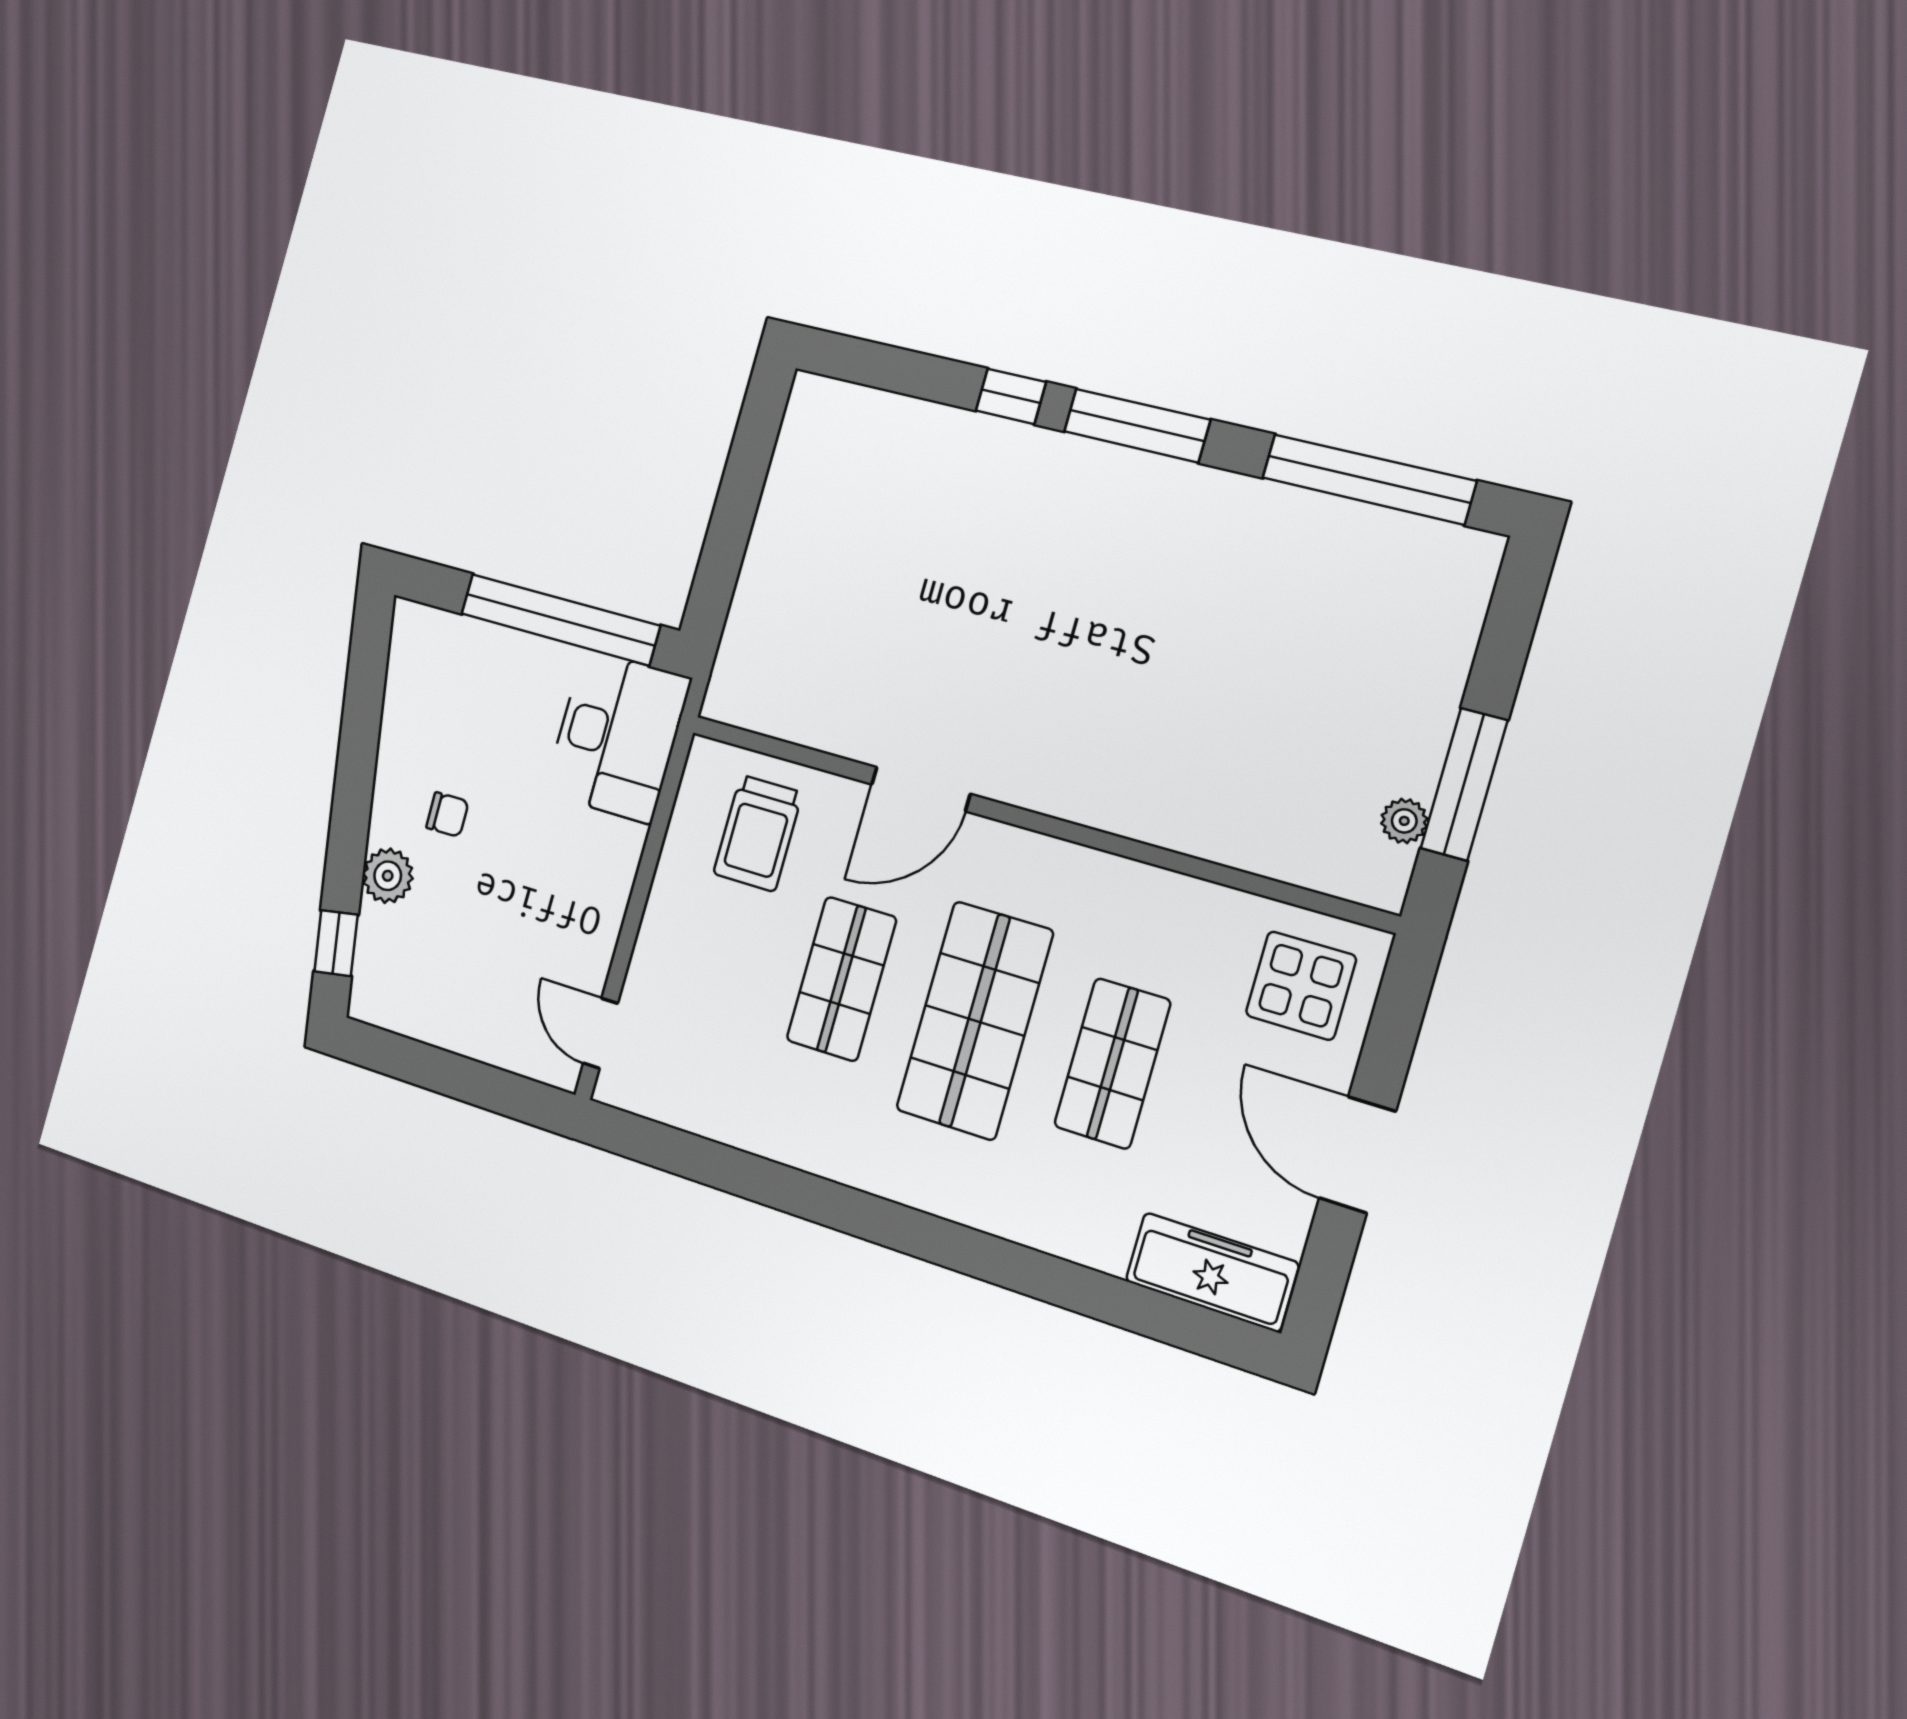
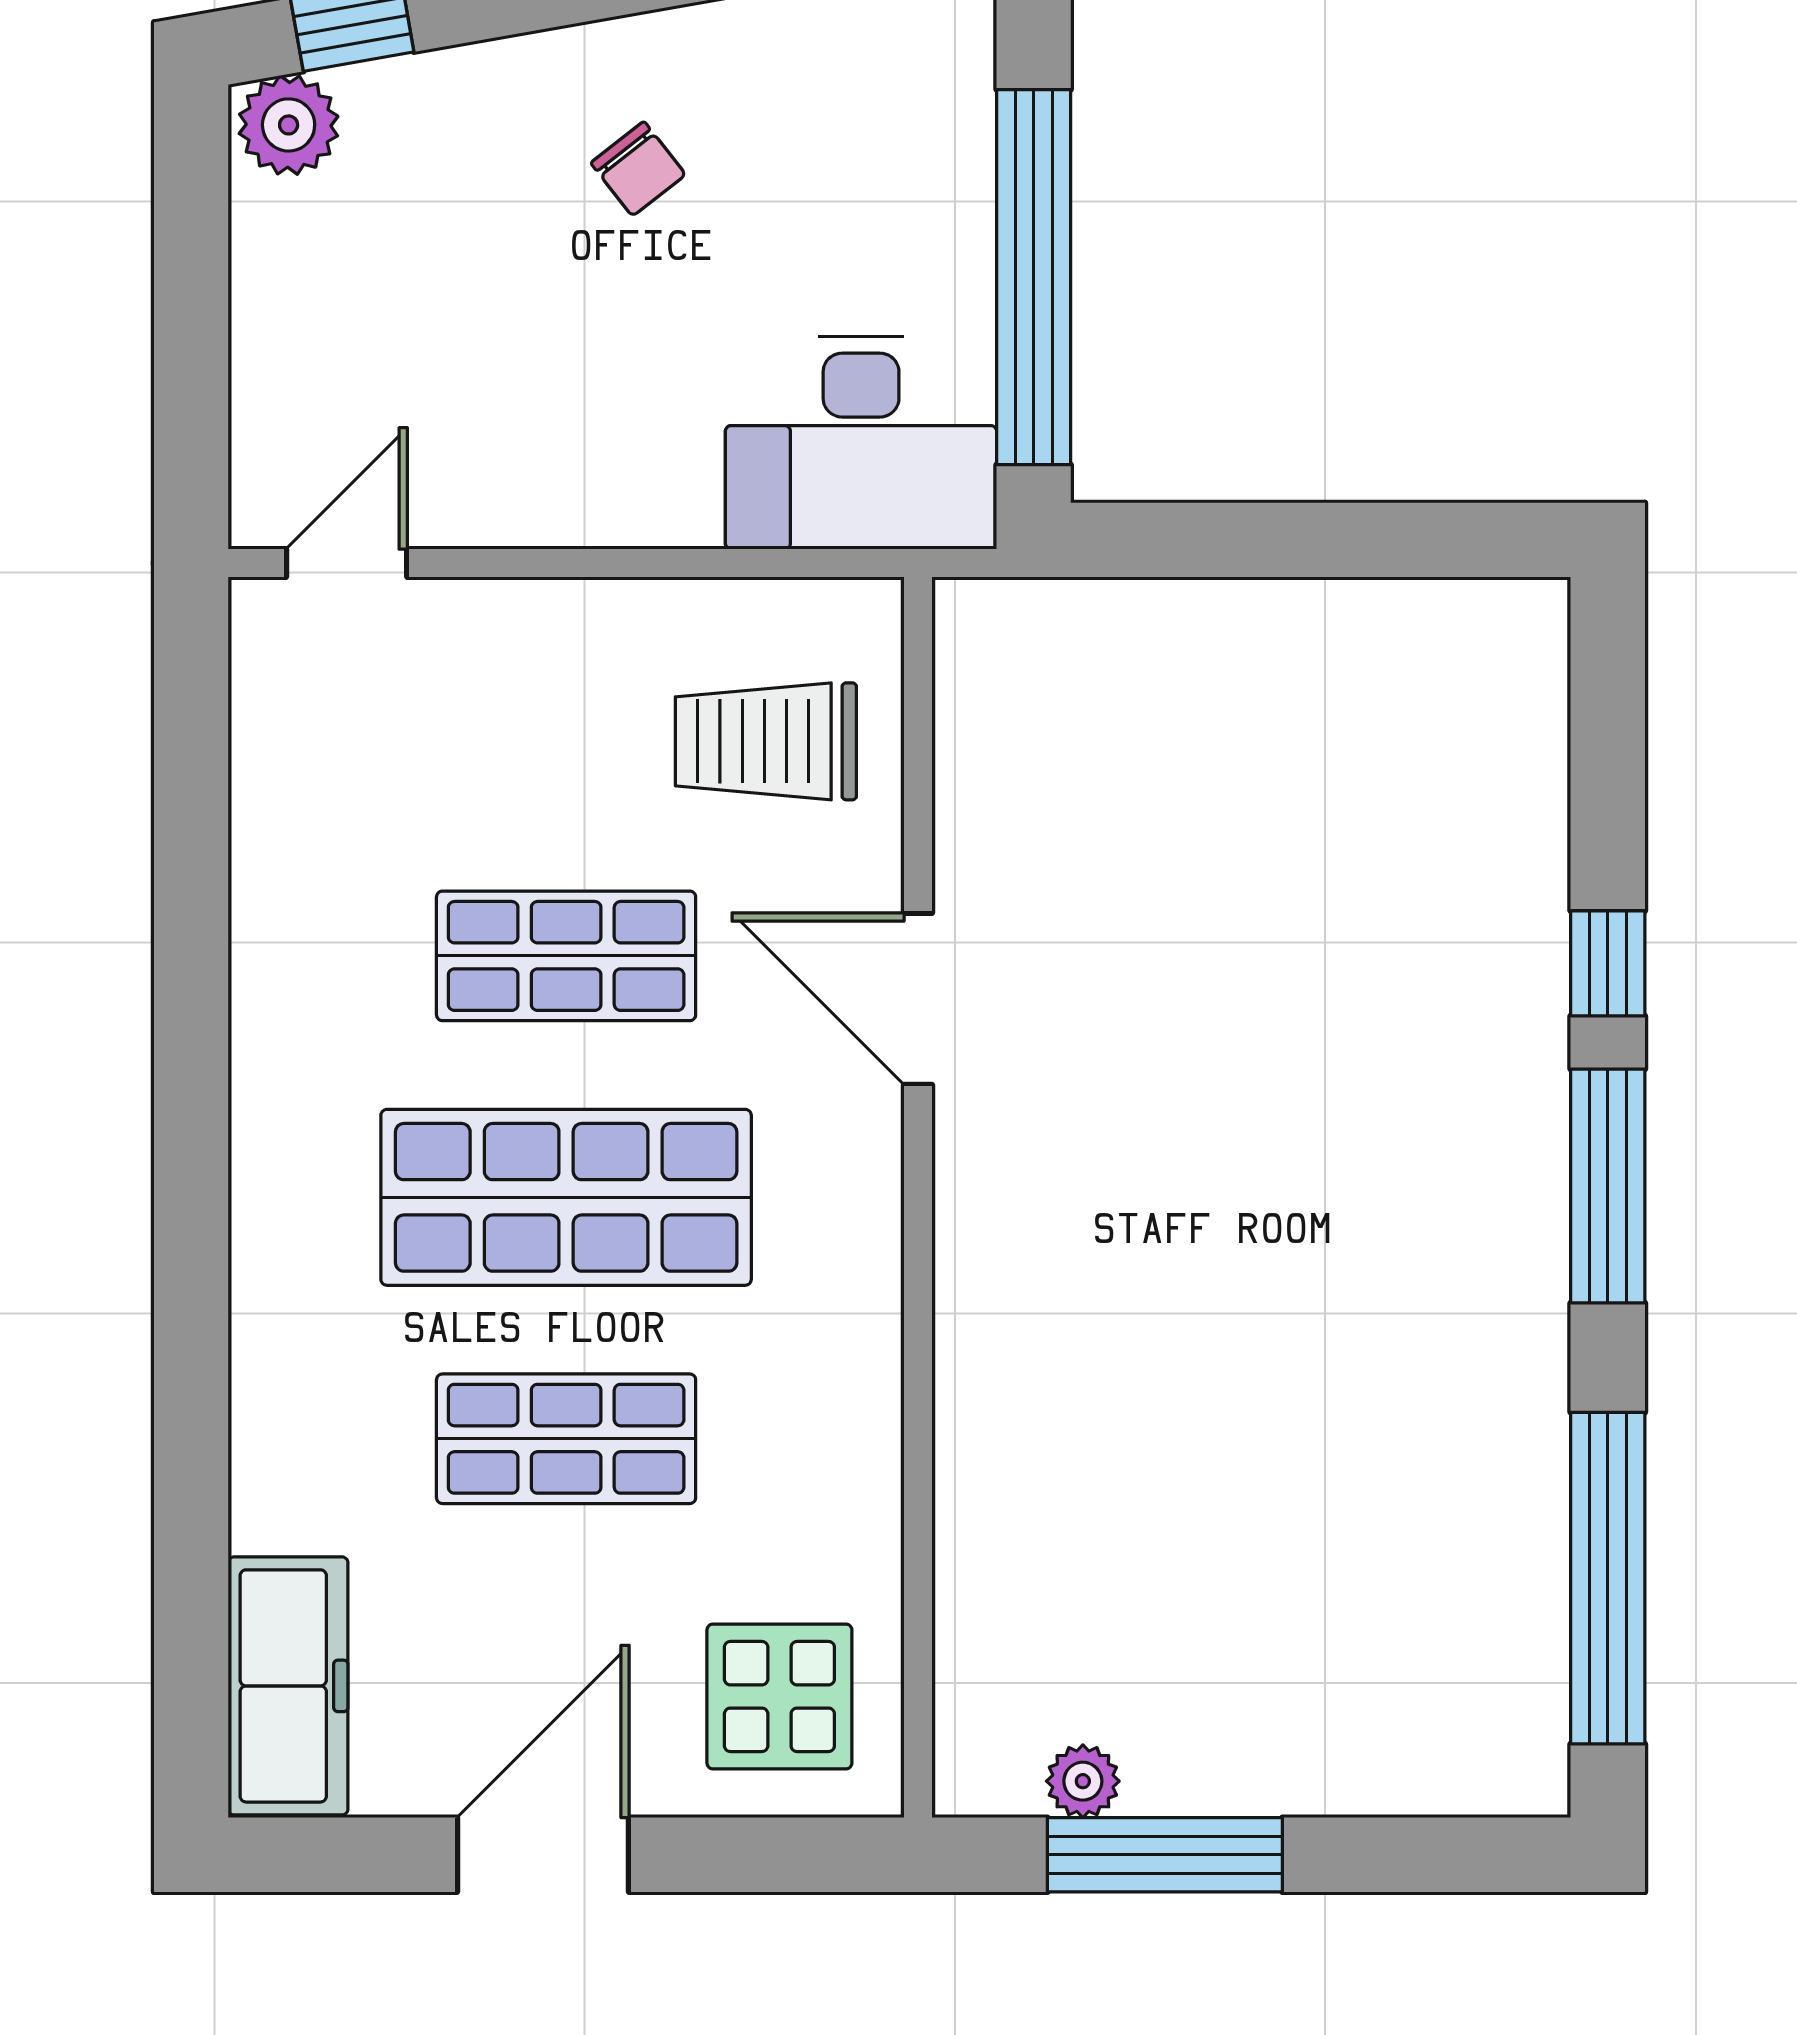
chair: (447, 815) -> (638, 169), turned -37
plant: (388, 876) -> (289, 125), moved

